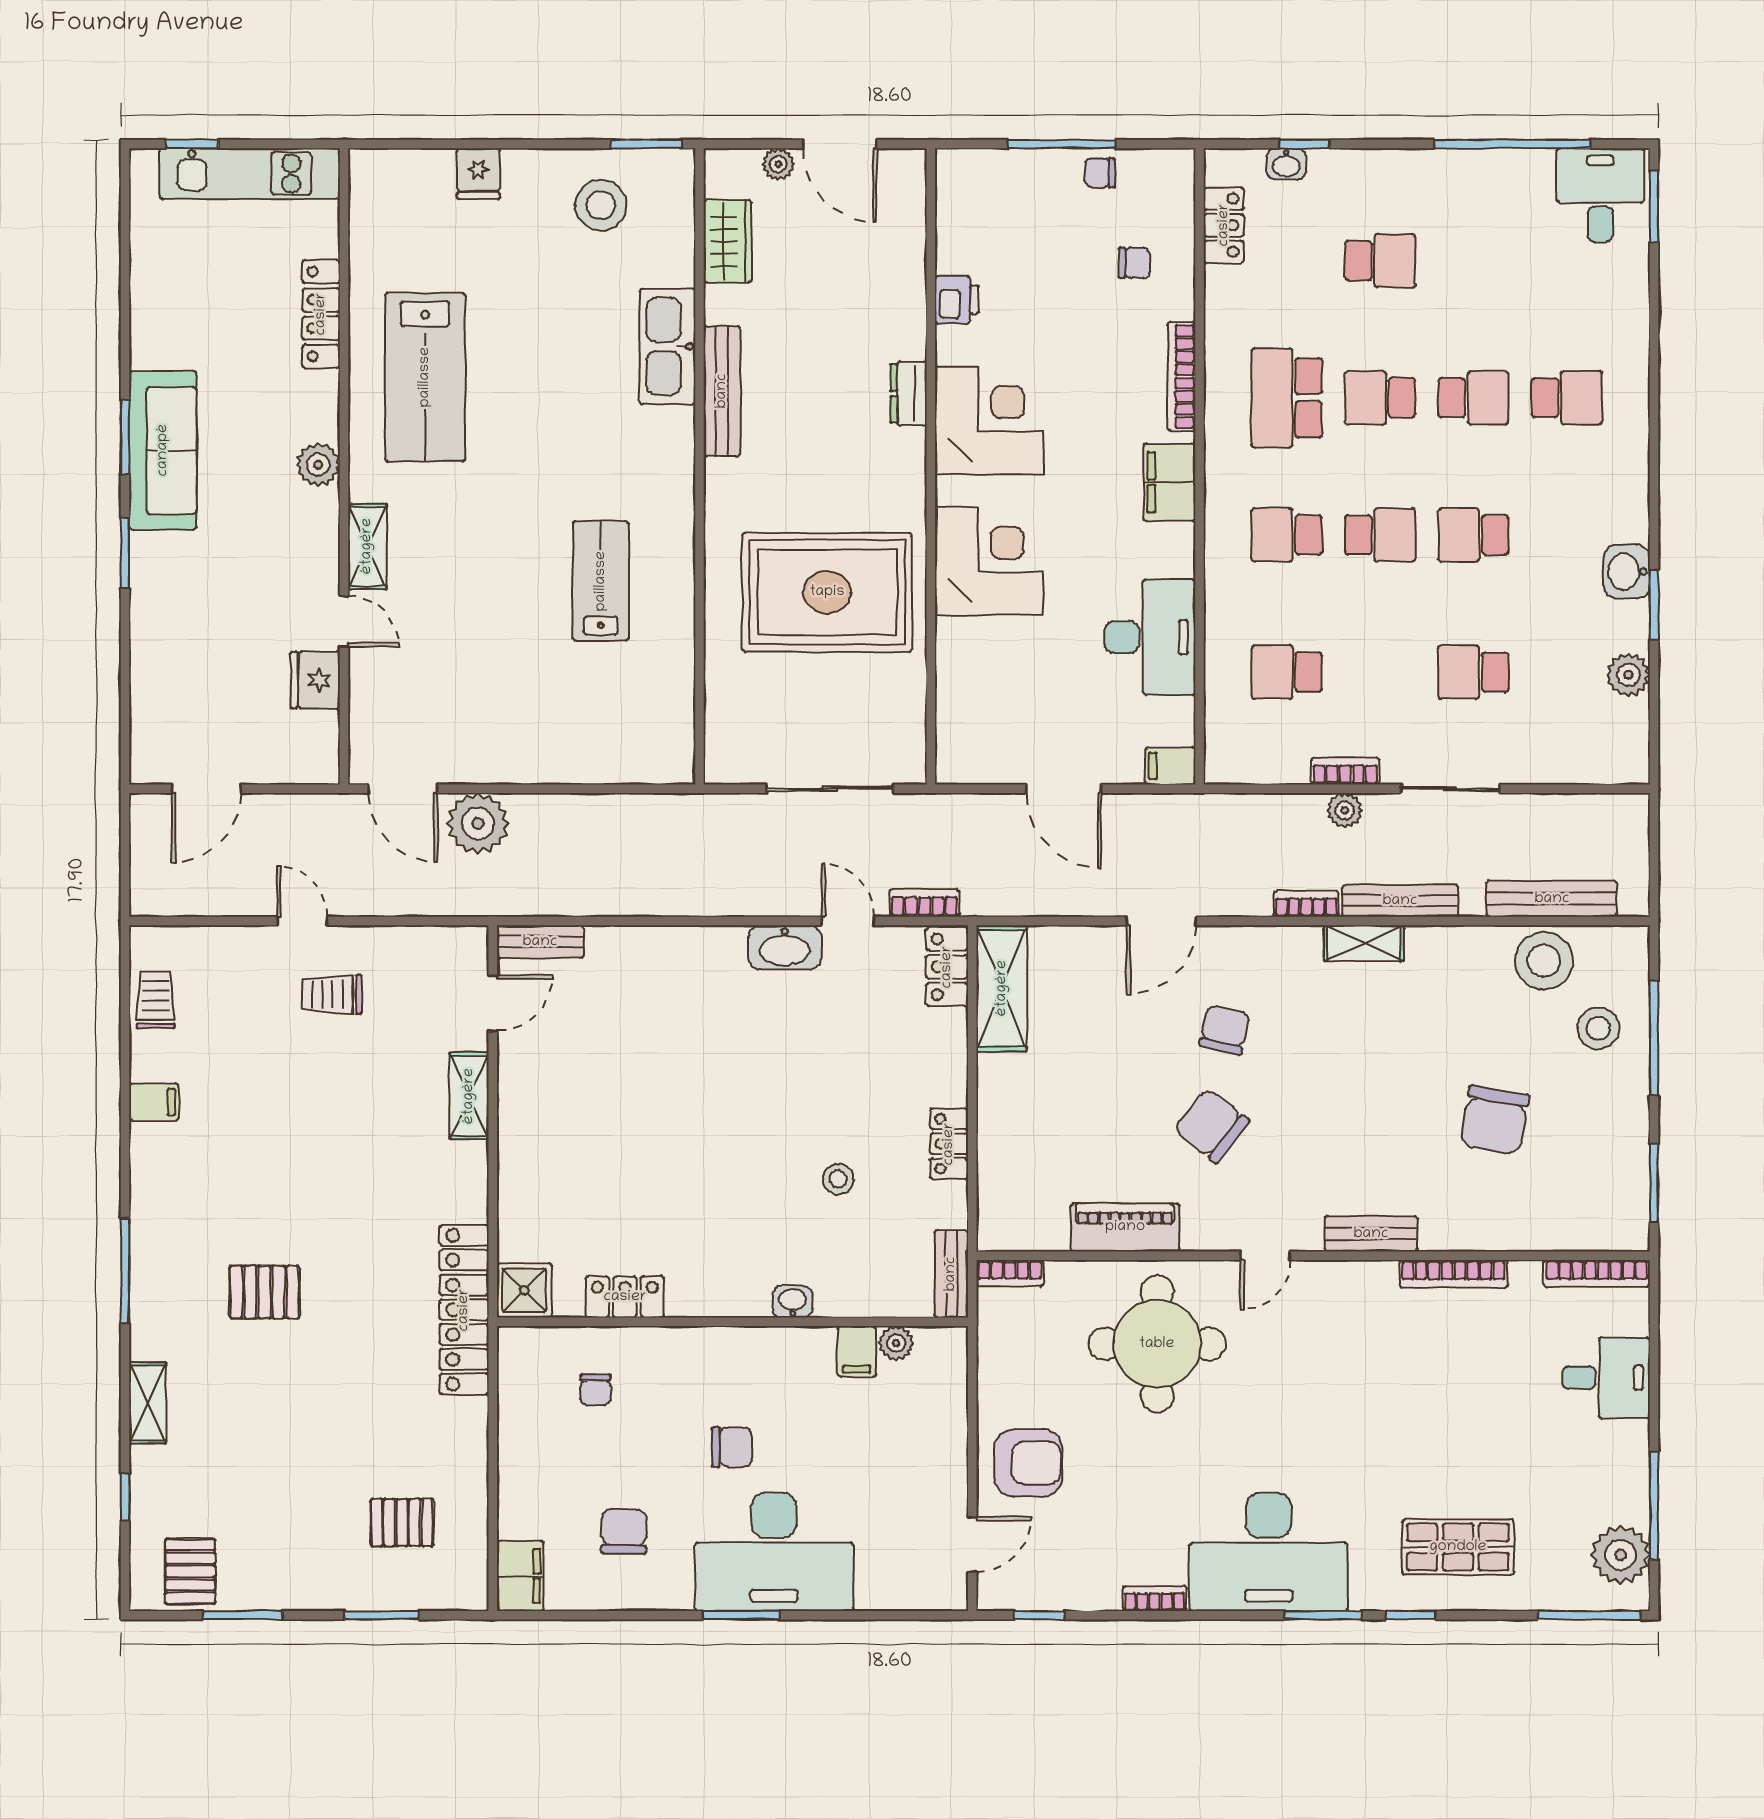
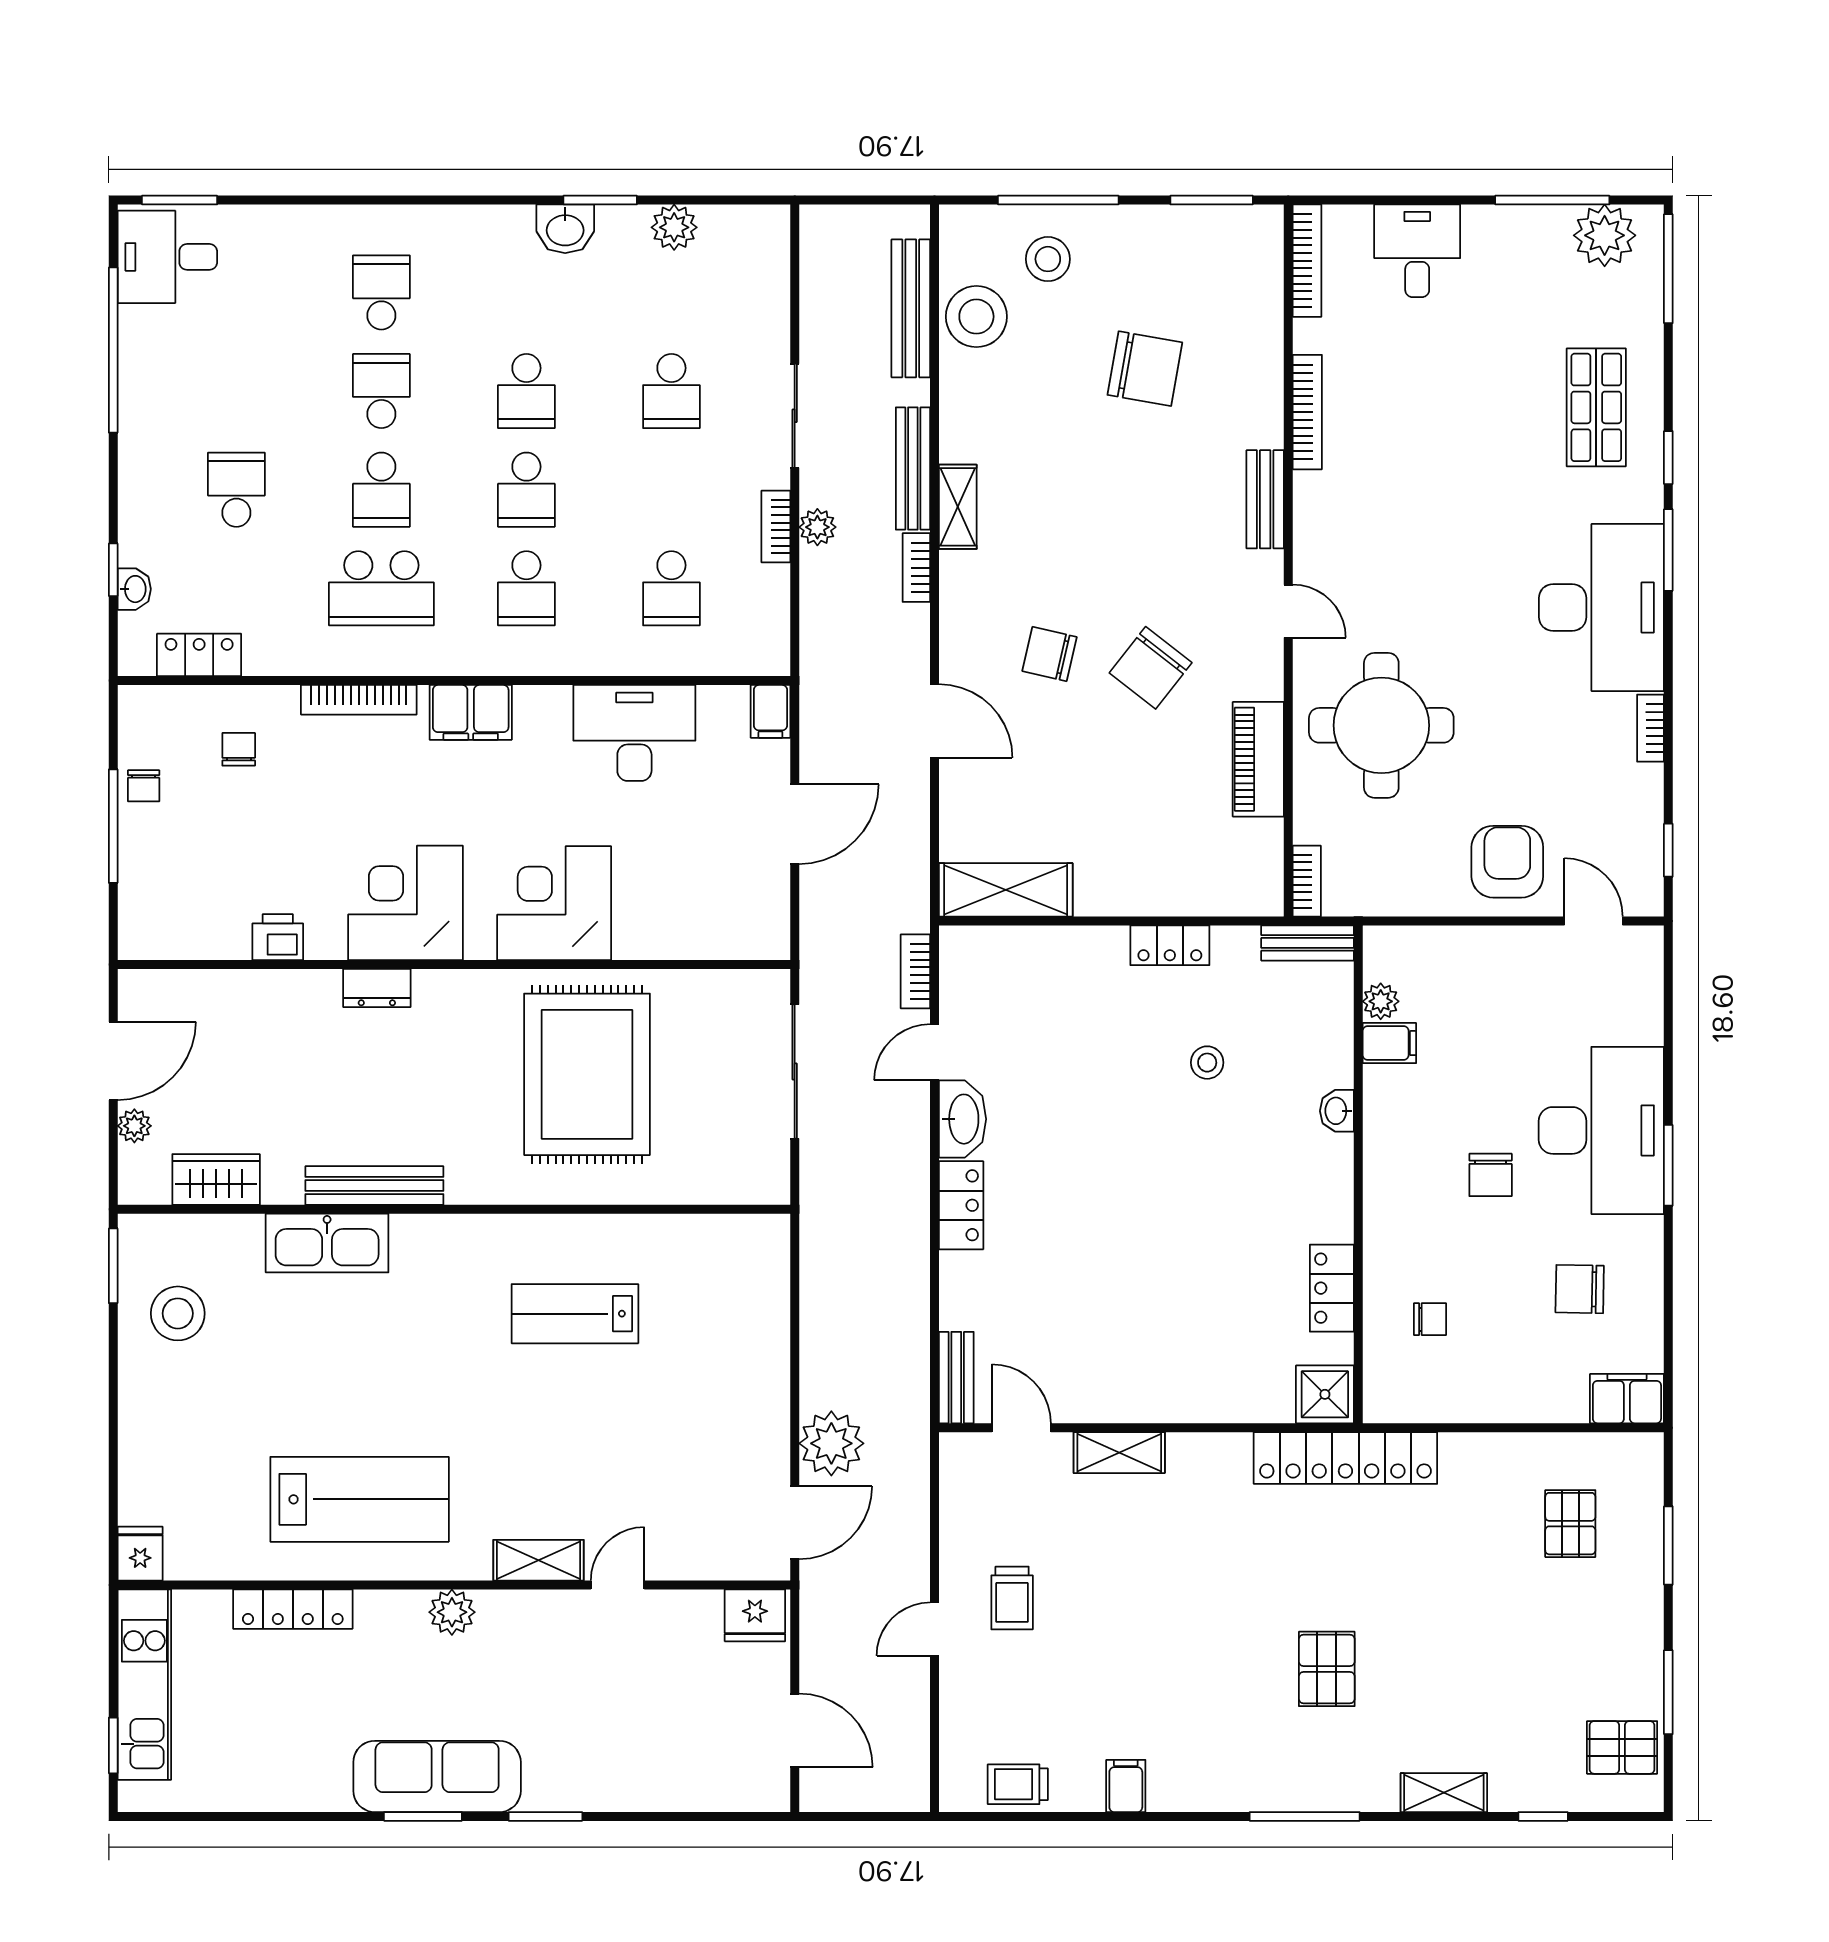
fridge: (478, 174) -> (140, 1554), moved, turned -90
school desk: (1380, 535) -> (526, 490), turned 180
fridge: (315, 680) -> (755, 1615), moved
locker: (947, 967) -> (961, 1205), moved, turned -90
chair: (732, 1447) -> (1491, 1175), turned 180

